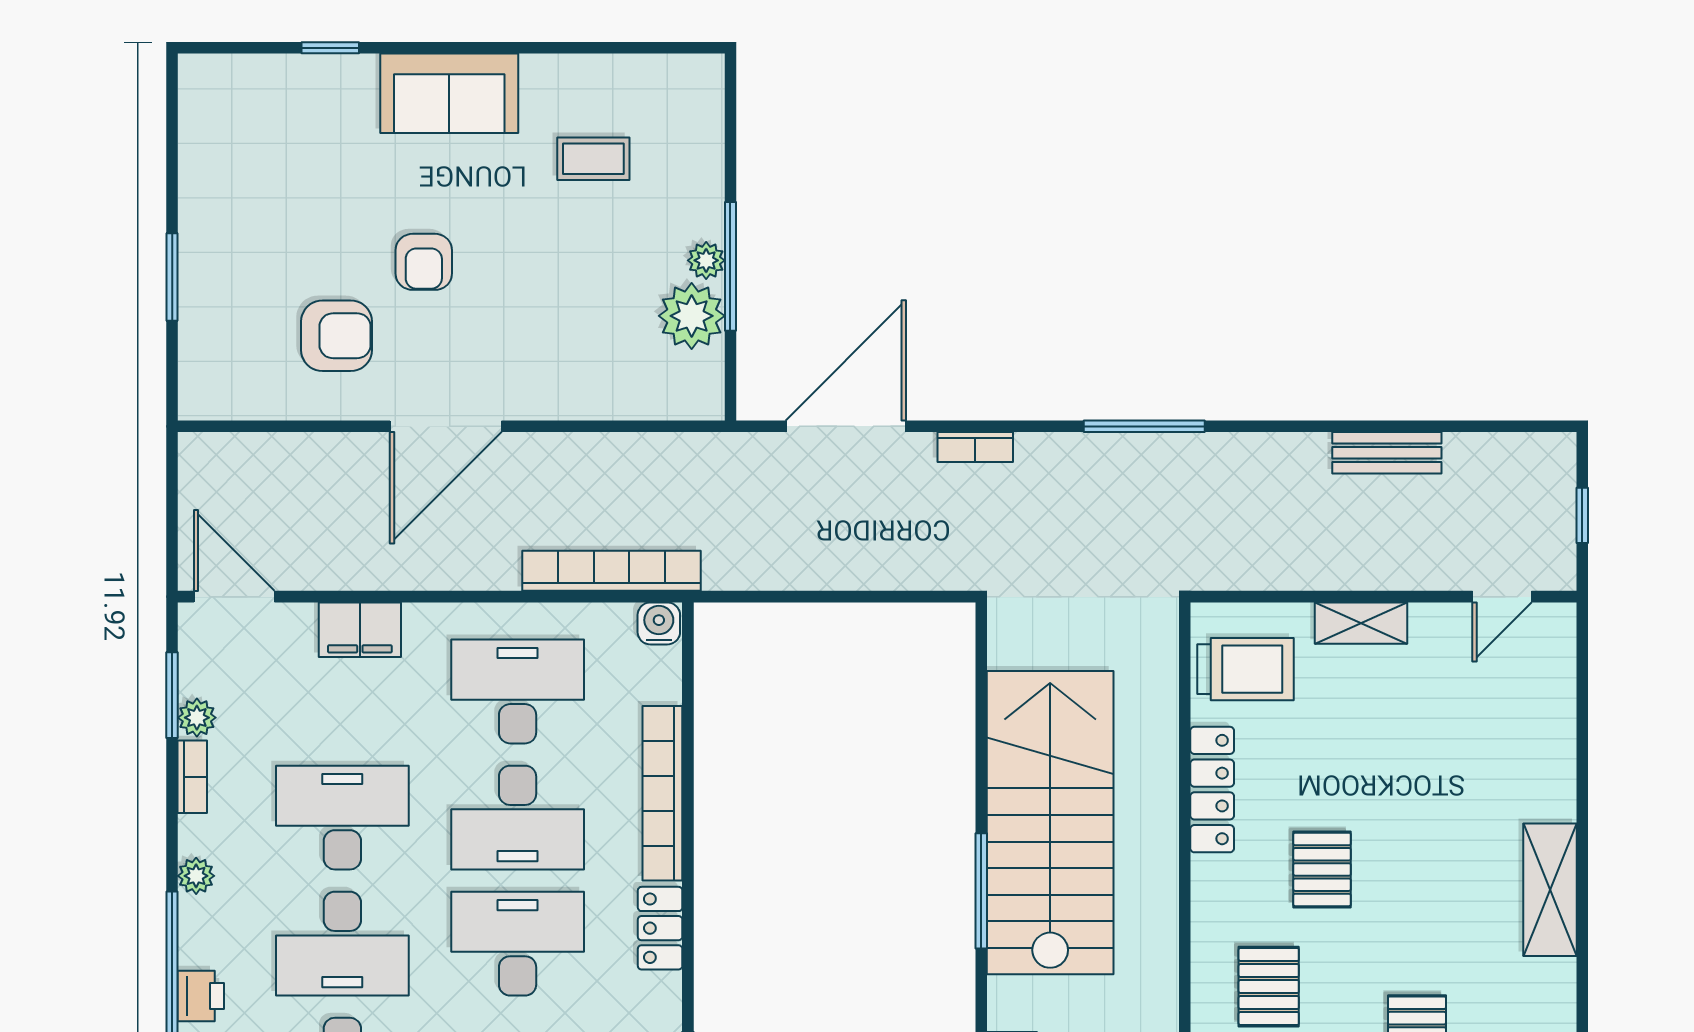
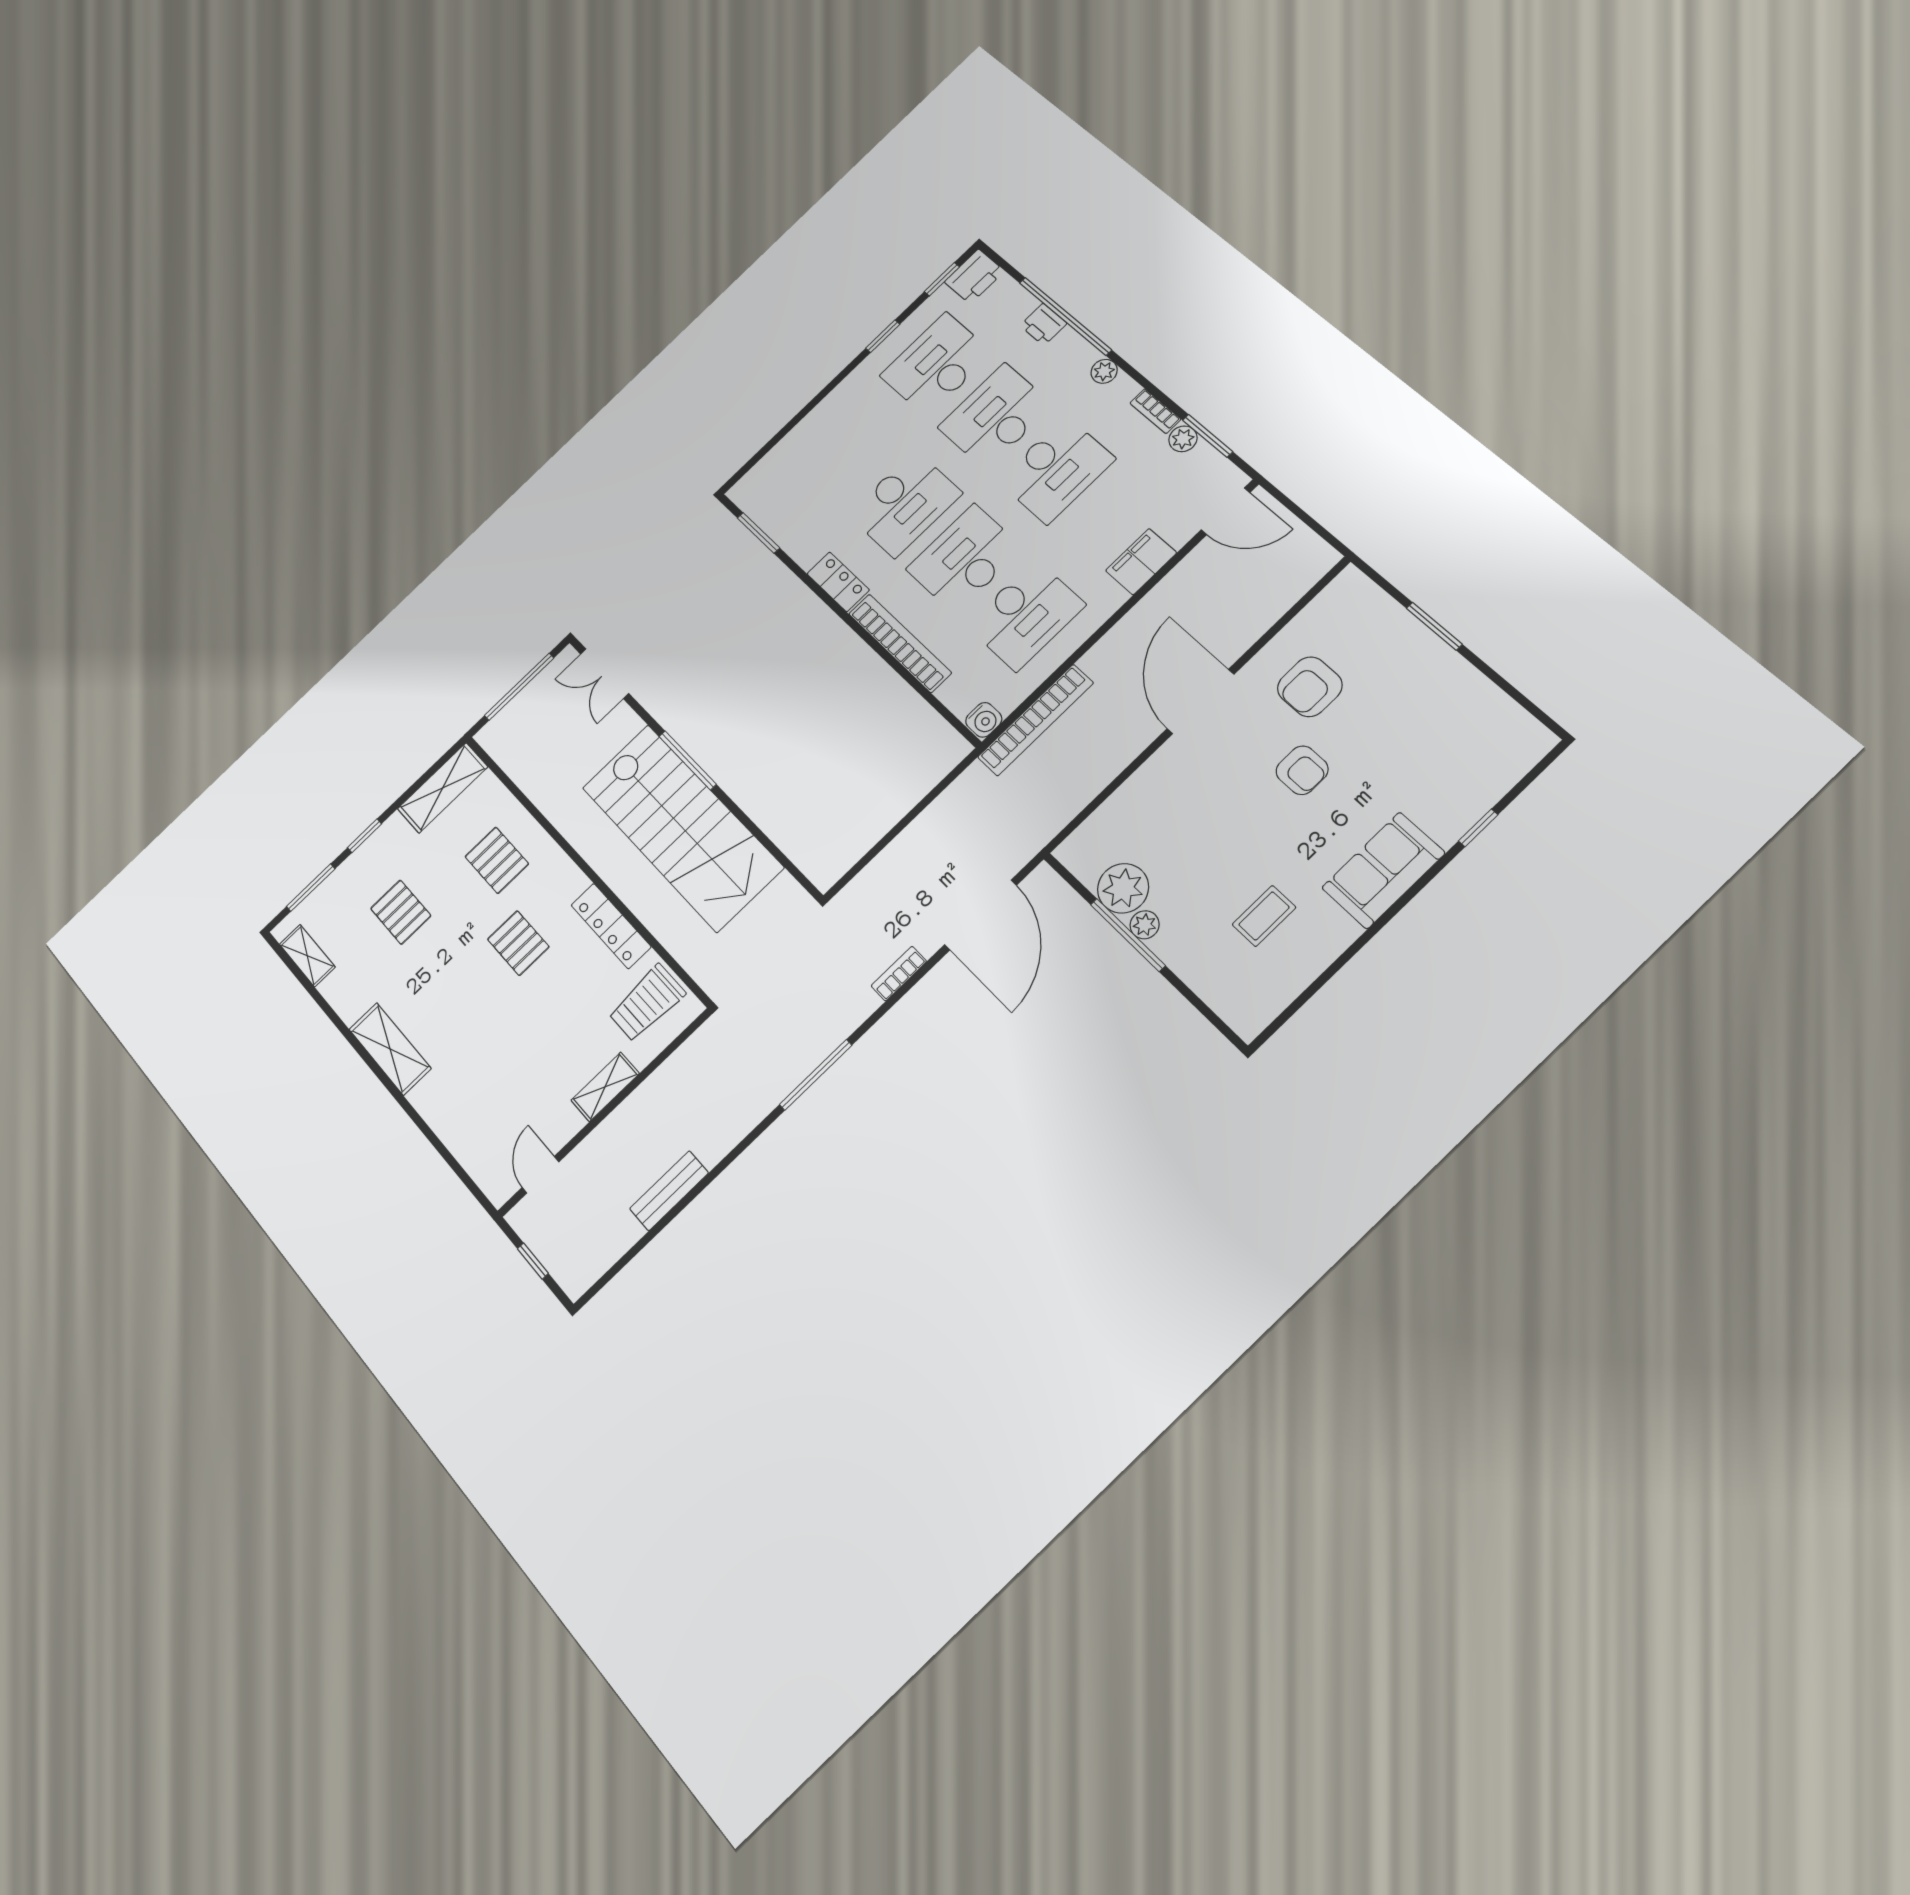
armchair: (424, 262) -> (1302, 770), turned 180

